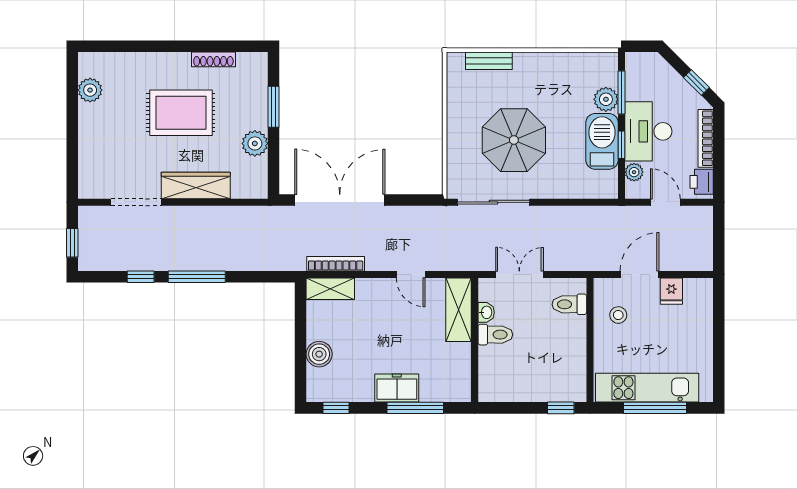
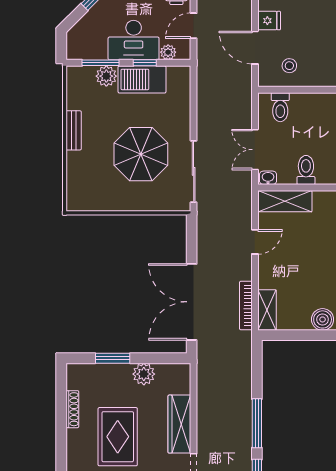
bench: (489, 61) -> (74, 130), moved
washbasin: (486, 312) -> (268, 178), moved

